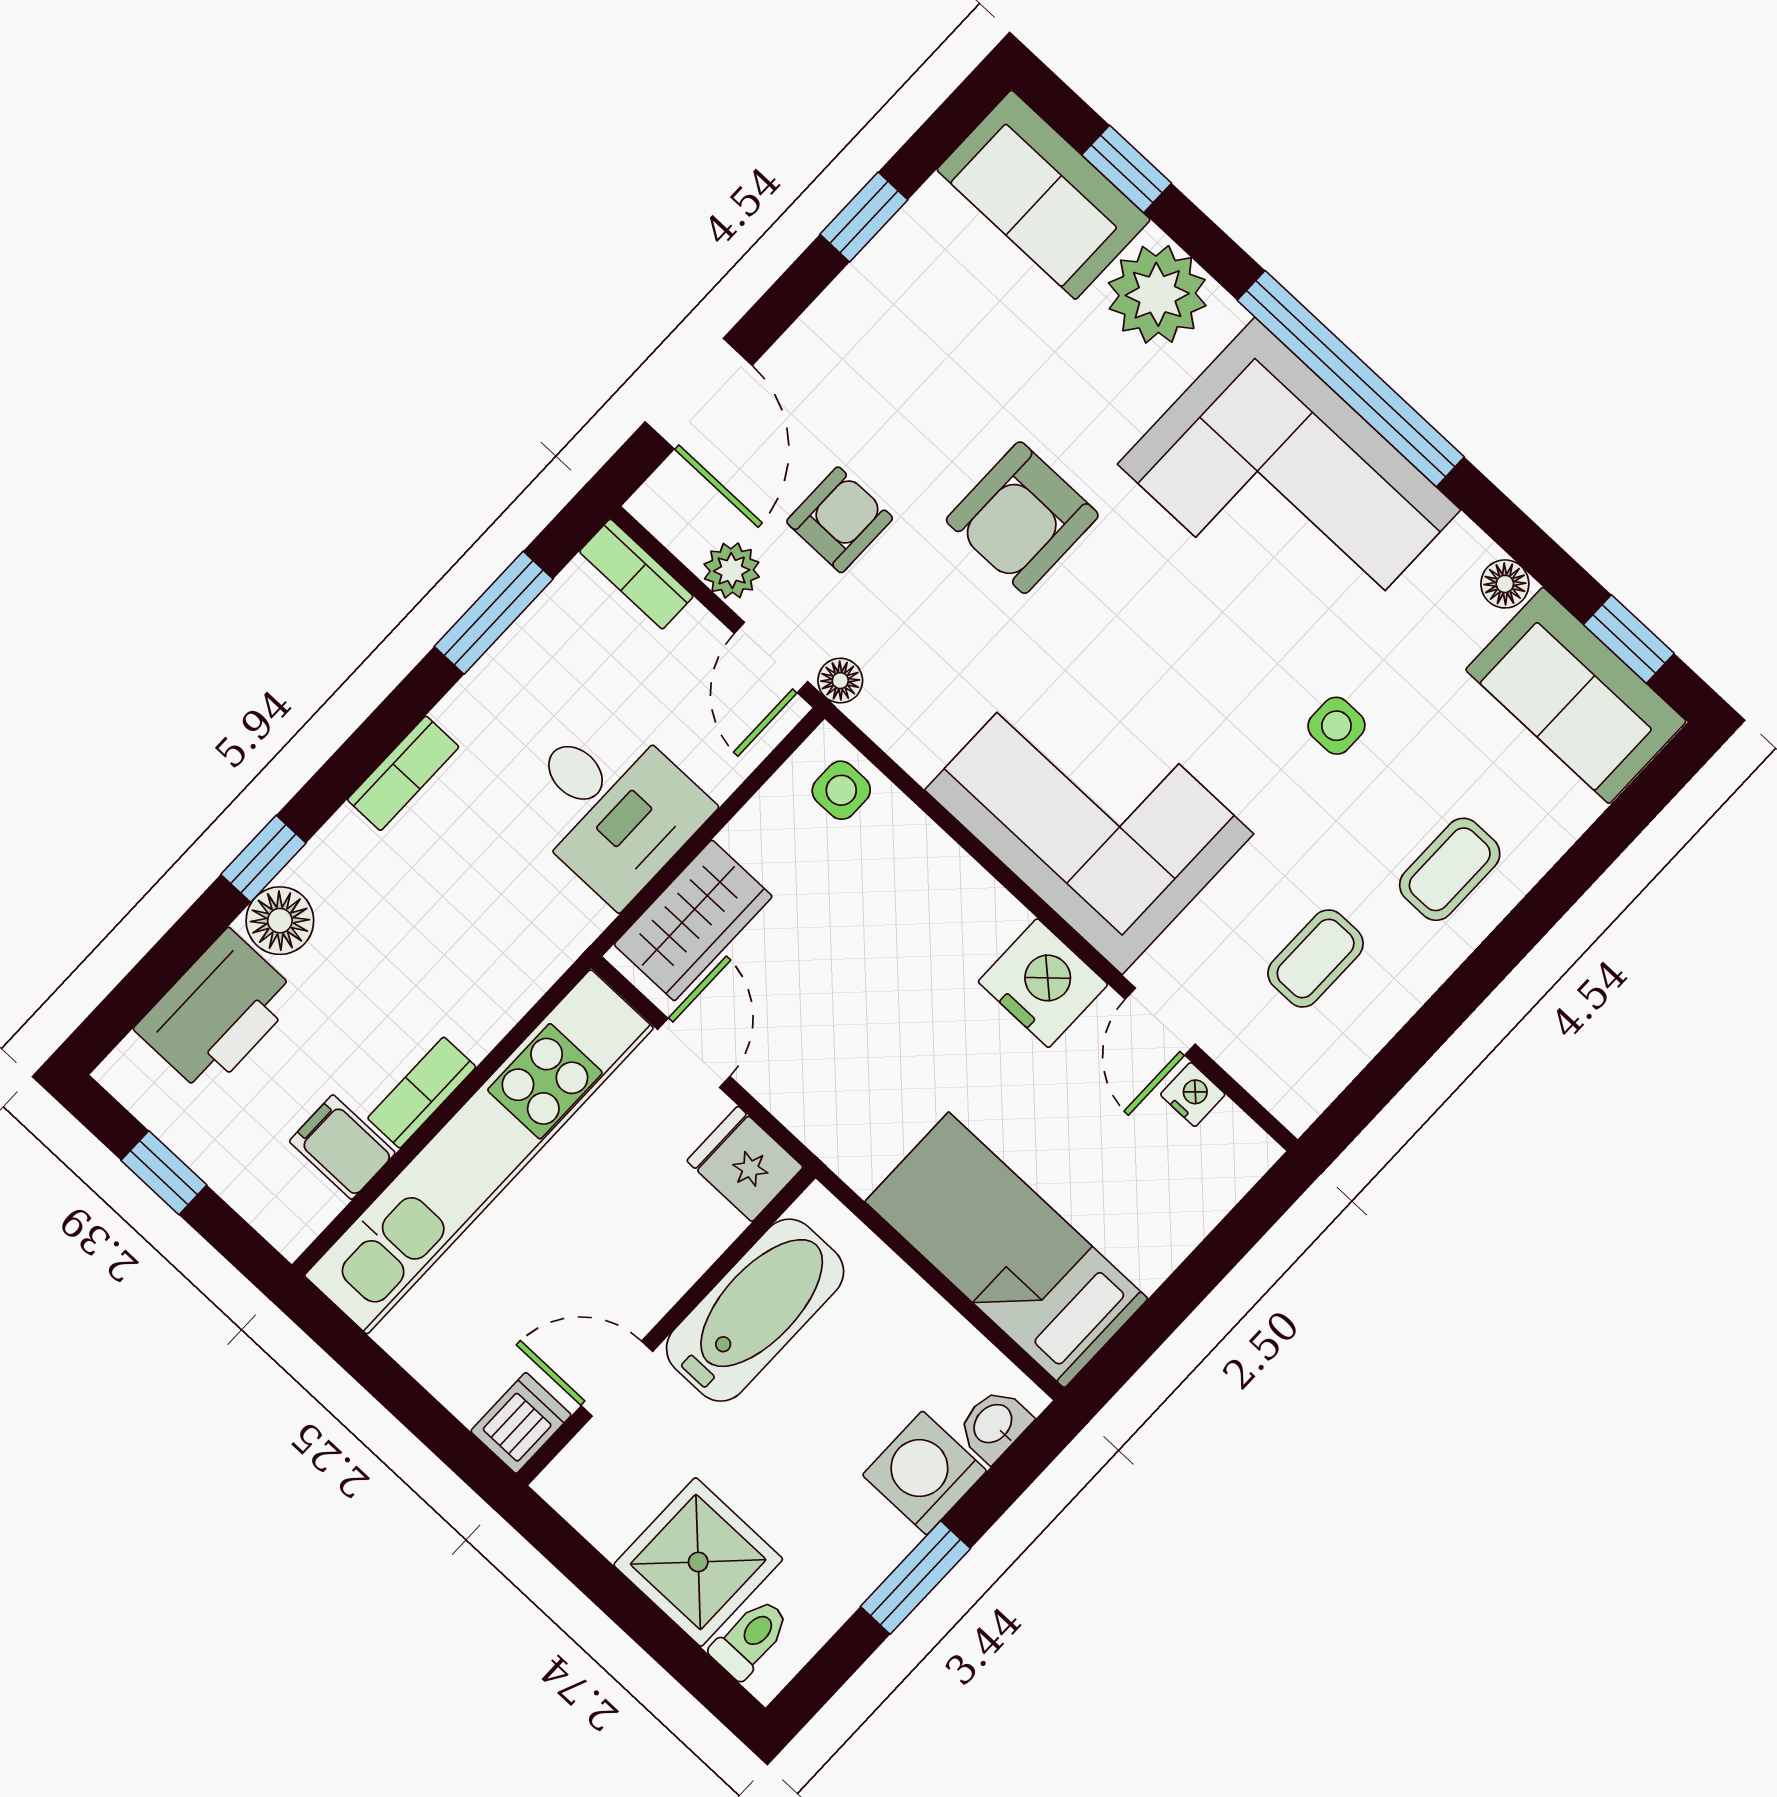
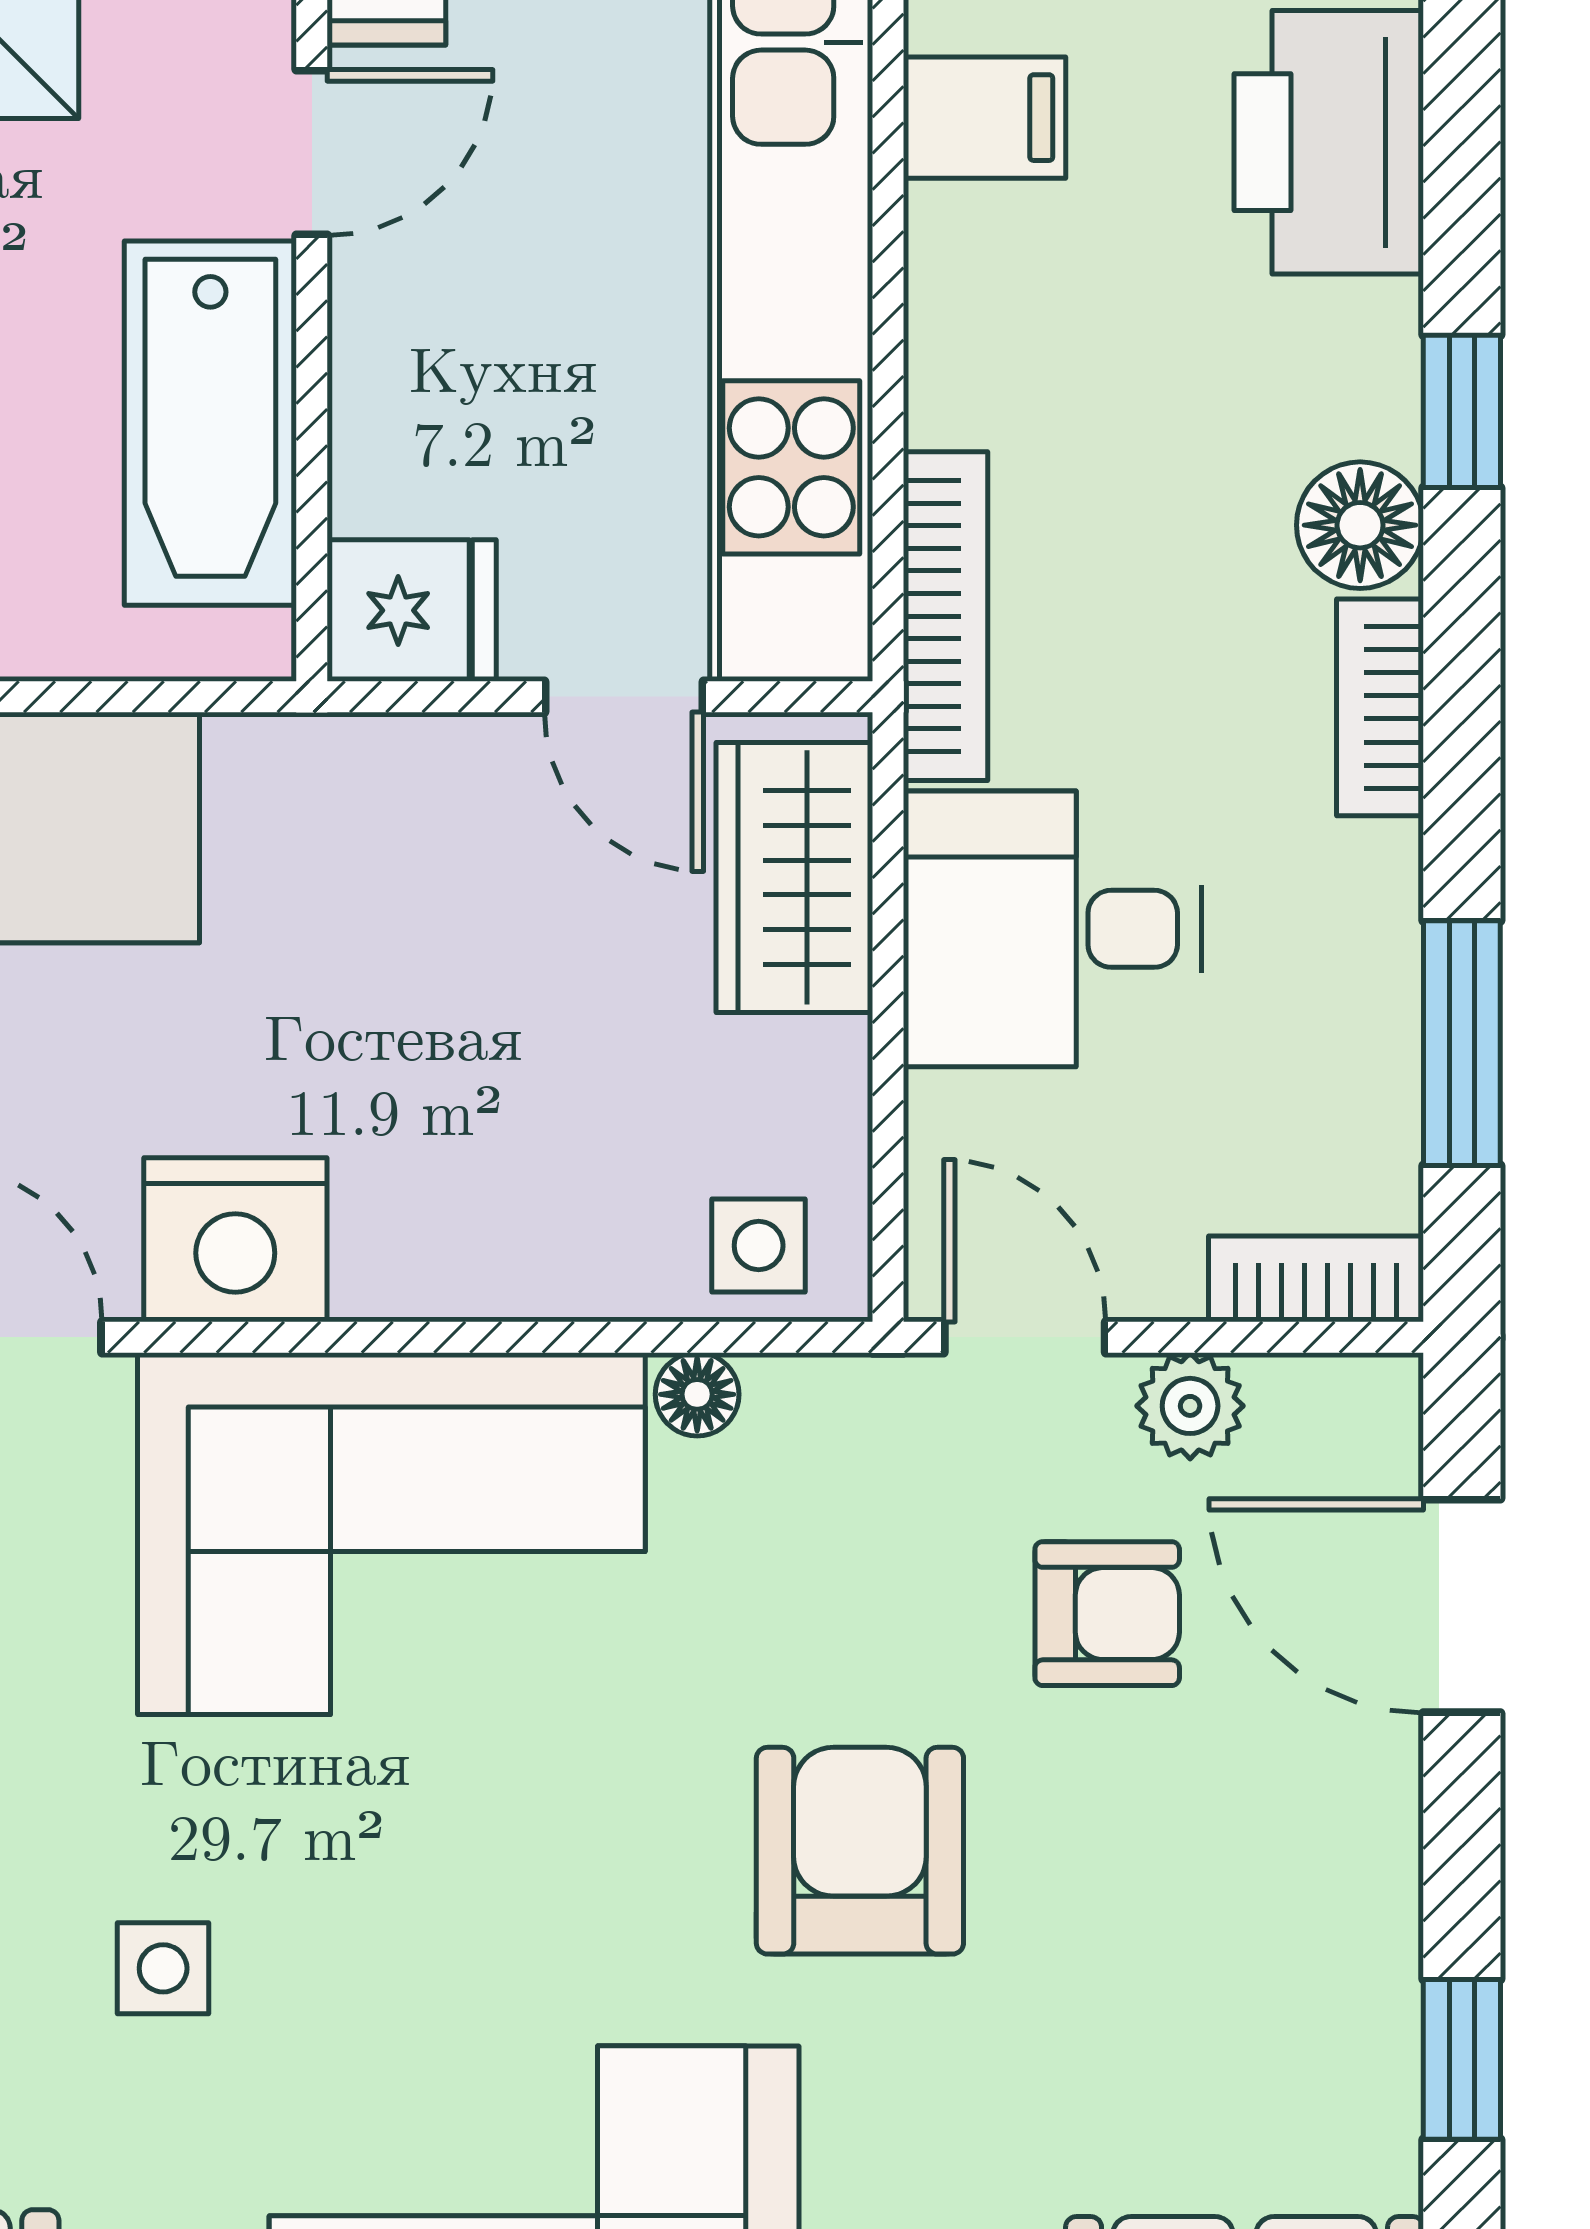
armchair: (840, 520) -> (1107, 1614), turned -90
floor lamp: (840, 681) -> (697, 1394), moved
floor lamp: (280, 921) -> (1360, 525), moved
bookcase: (422, 1093) -> (946, 616), moved, width x1.56

